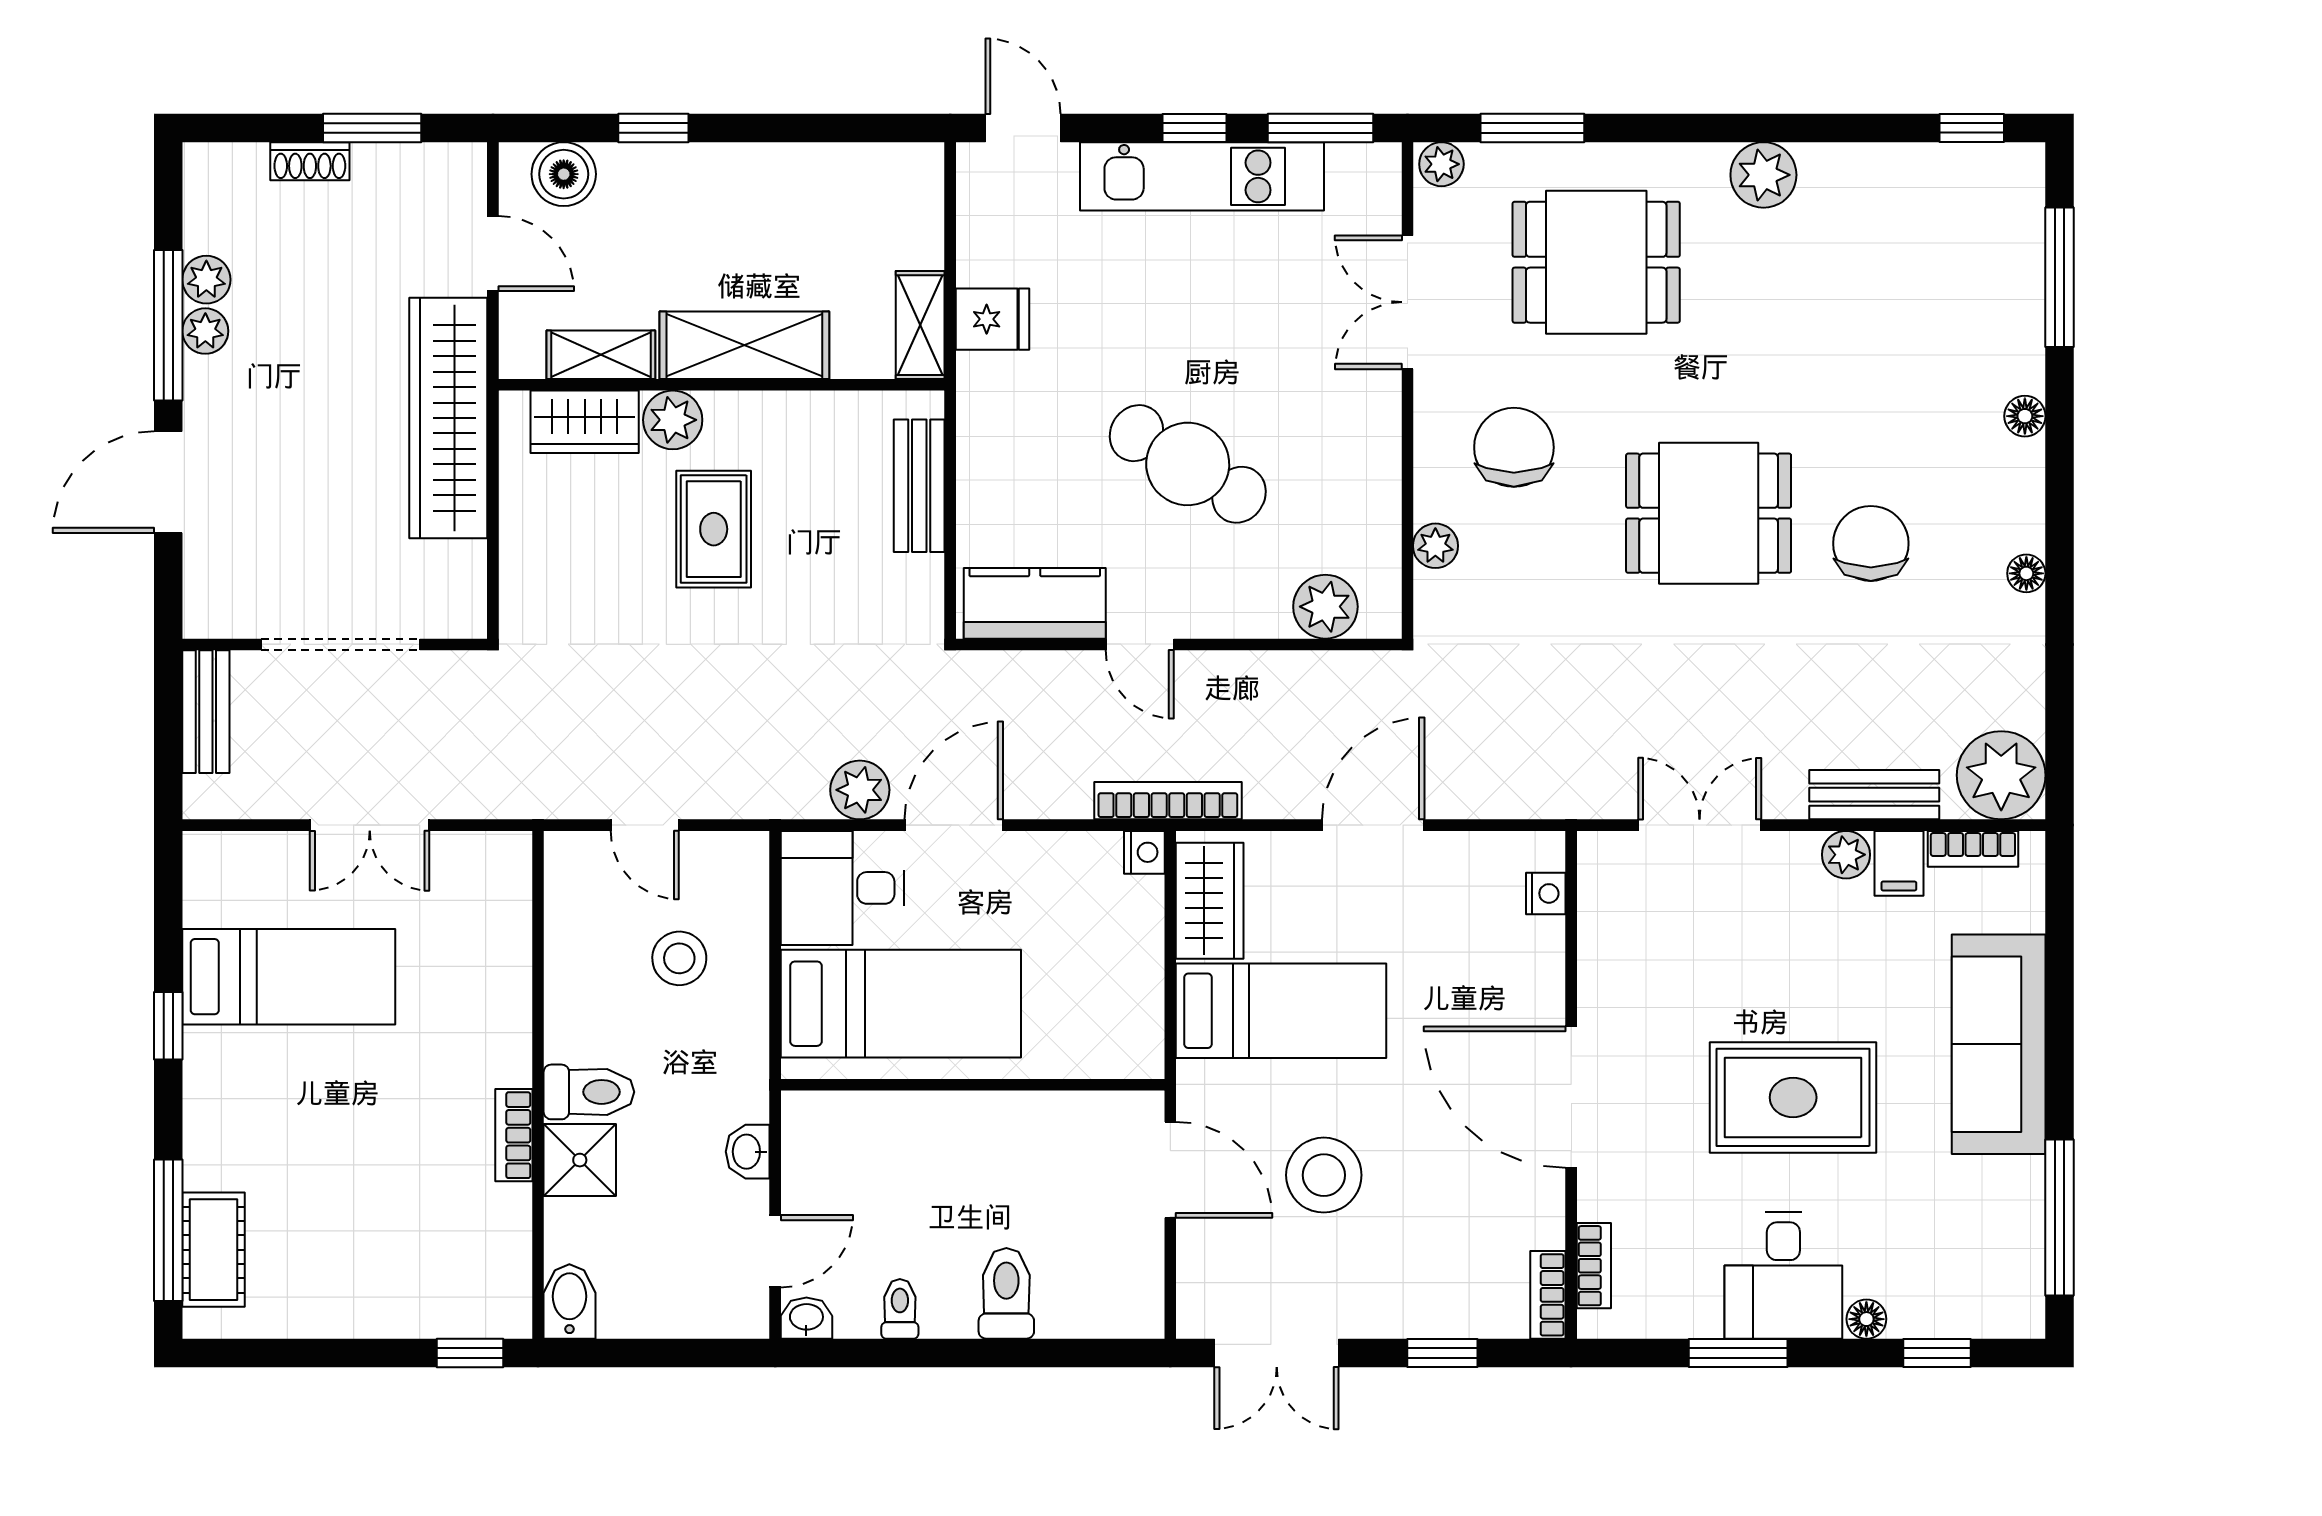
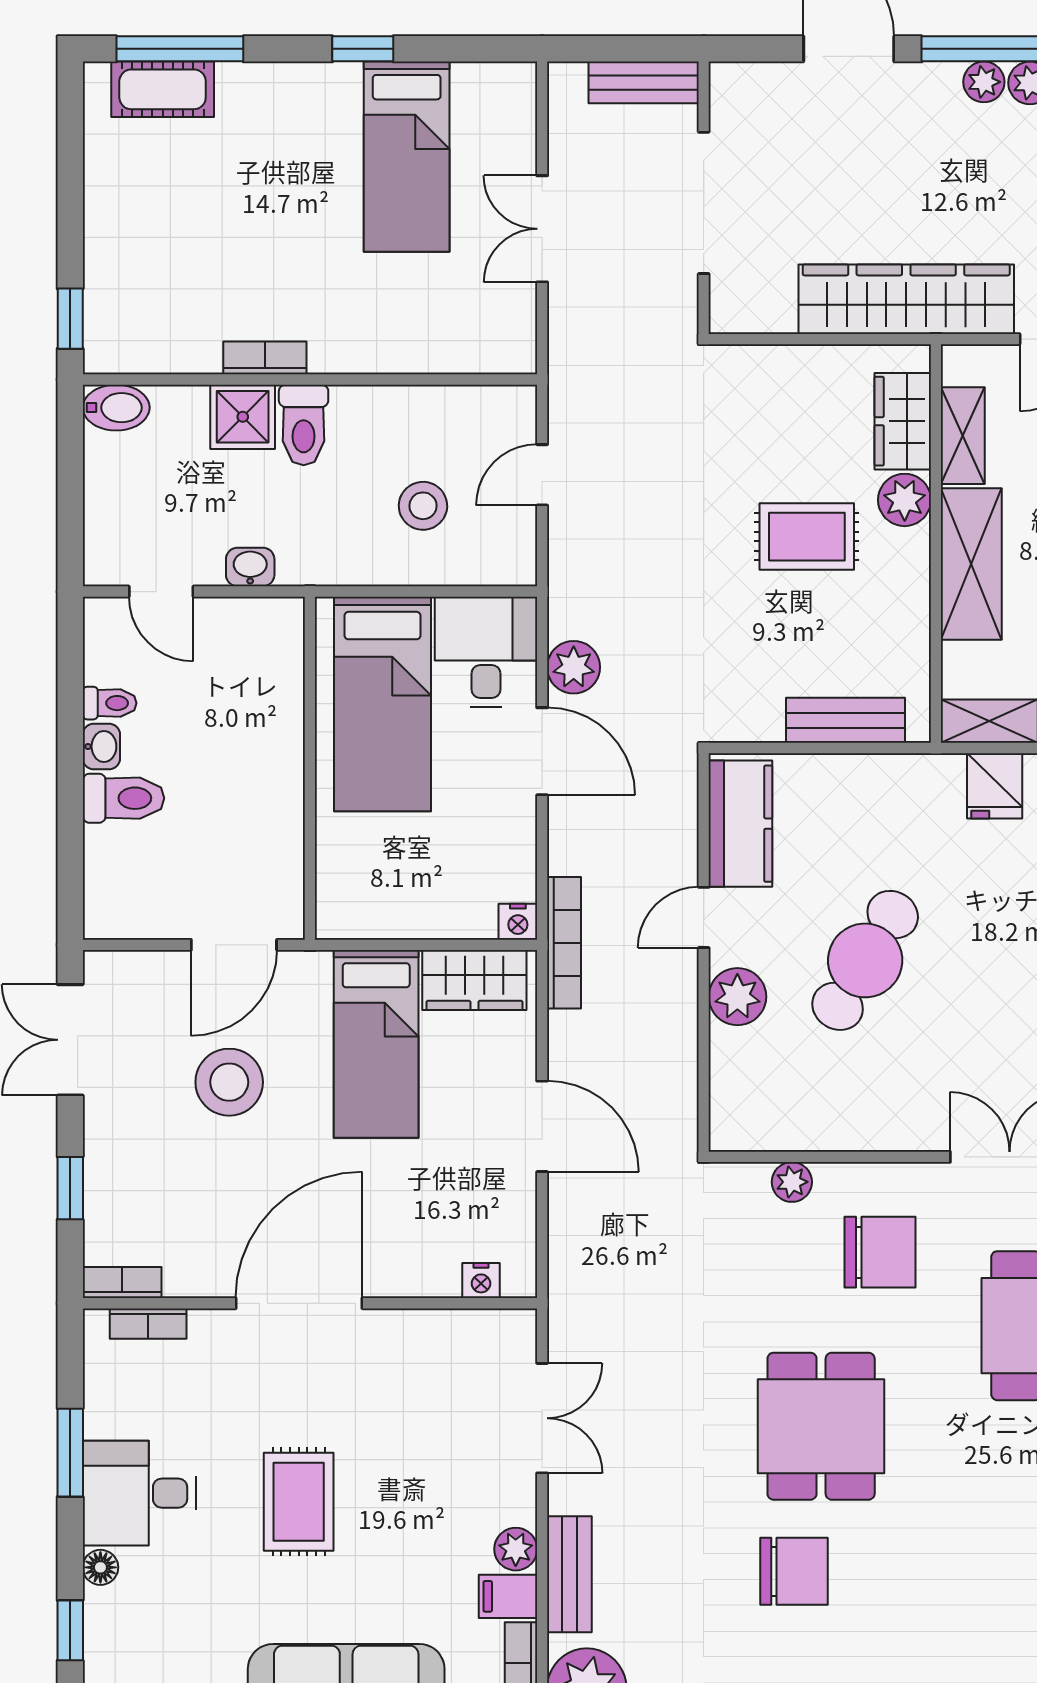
plant: (1325, 607) -> (737, 997), moved
rug: (1793, 1097) -> (299, 1502), width x0.73, depth x0.70
washbasin: (806, 1318) -> (101, 747), moved

